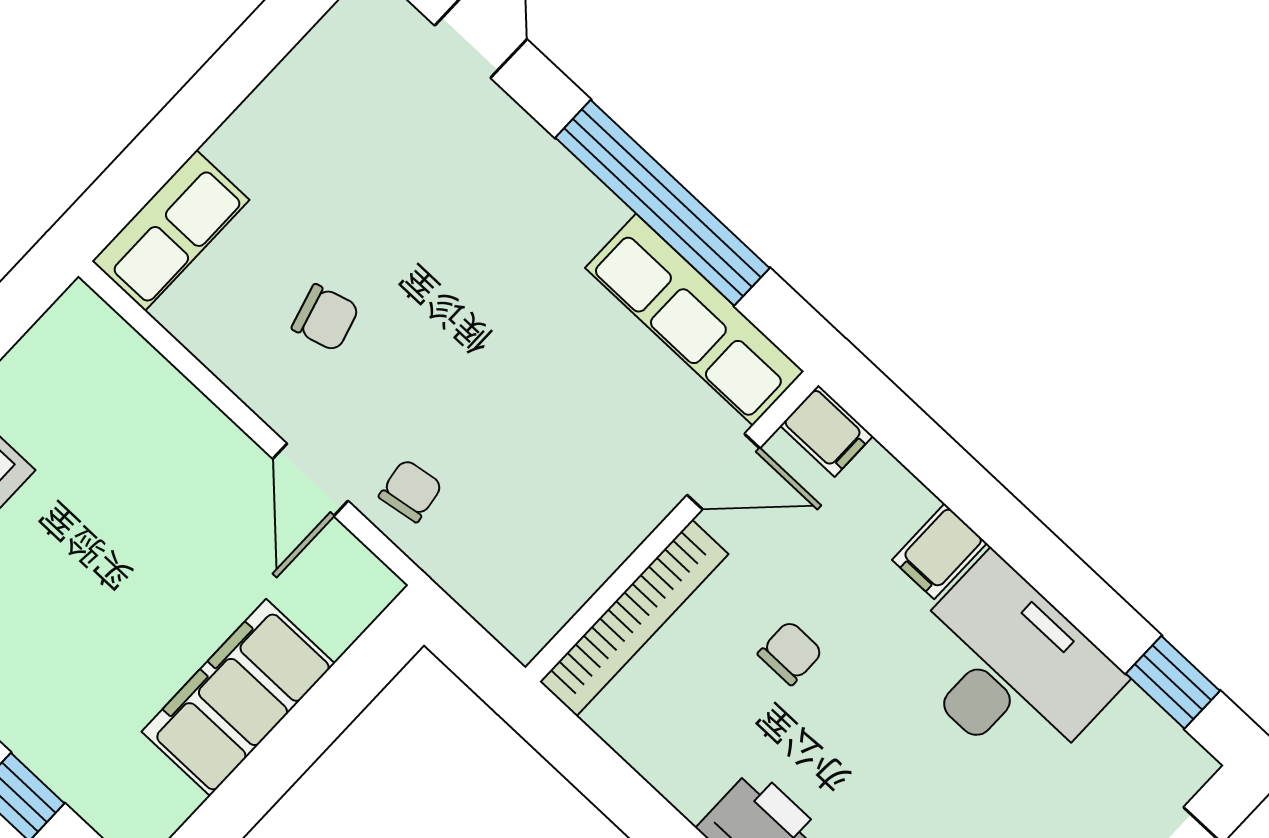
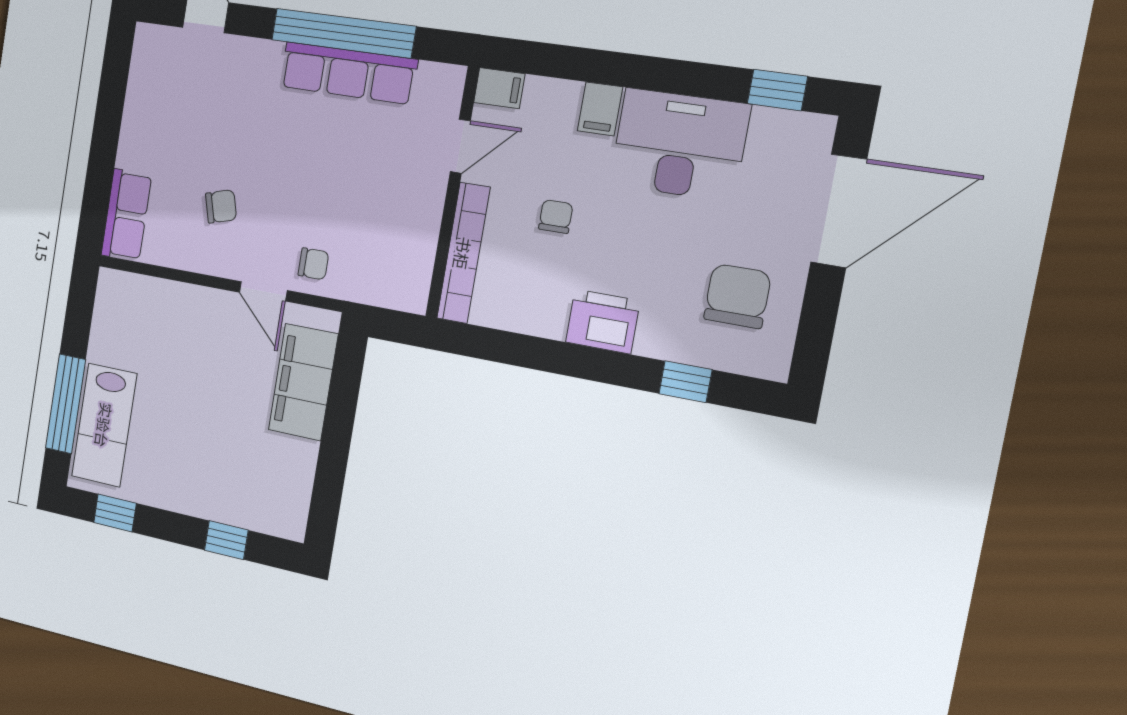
row of seats: (695, 320) -> (348, 73), moved
chair: (411, 491) -> (313, 264), turned 99
filing cabinet: (238, 697) -> (303, 382), moved

